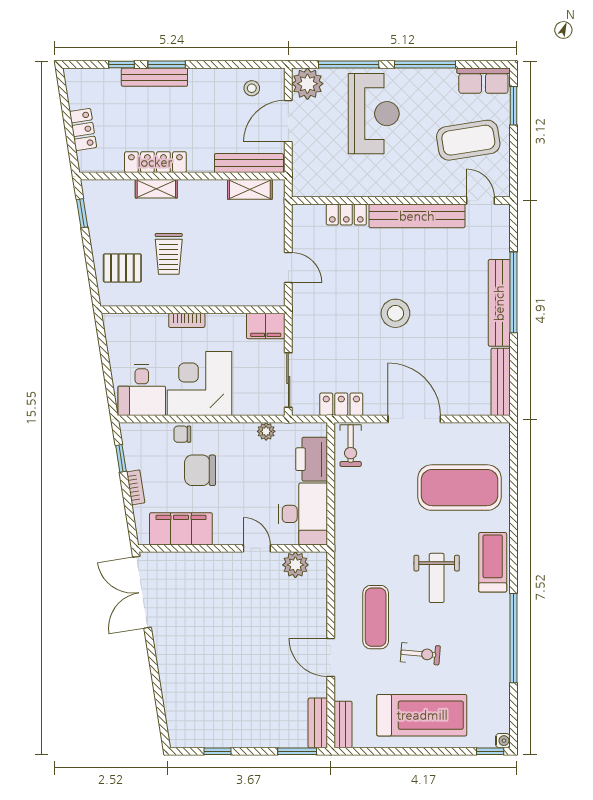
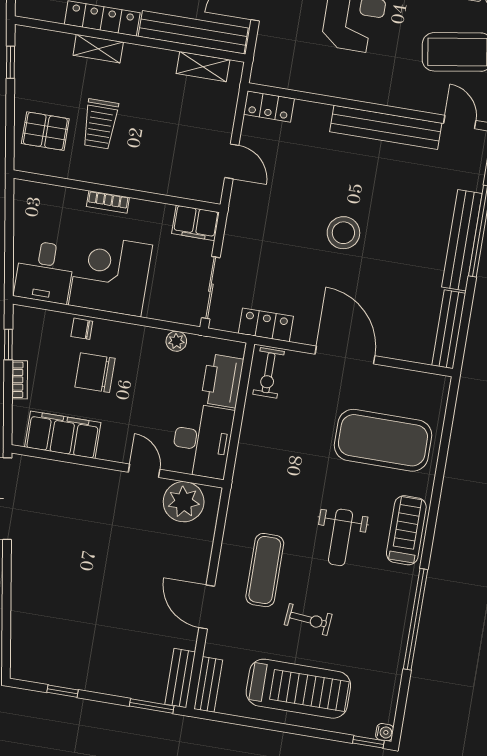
bench: (249, 163) -> (193, 32), width x1.37, depth x1.21
locker: (346, 215) -> (269, 106), moved
plant: (295, 565) -> (184, 502), width x1.36, depth x1.36

